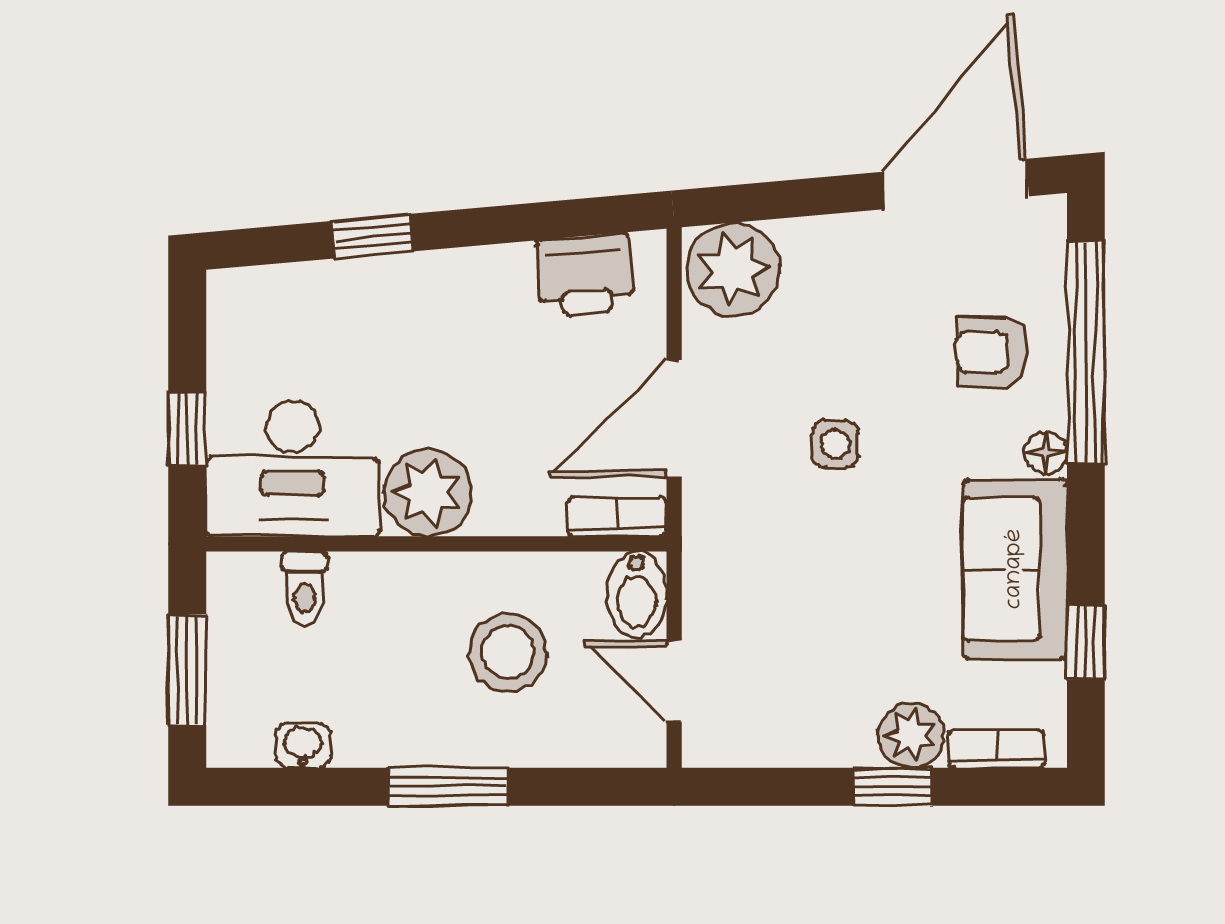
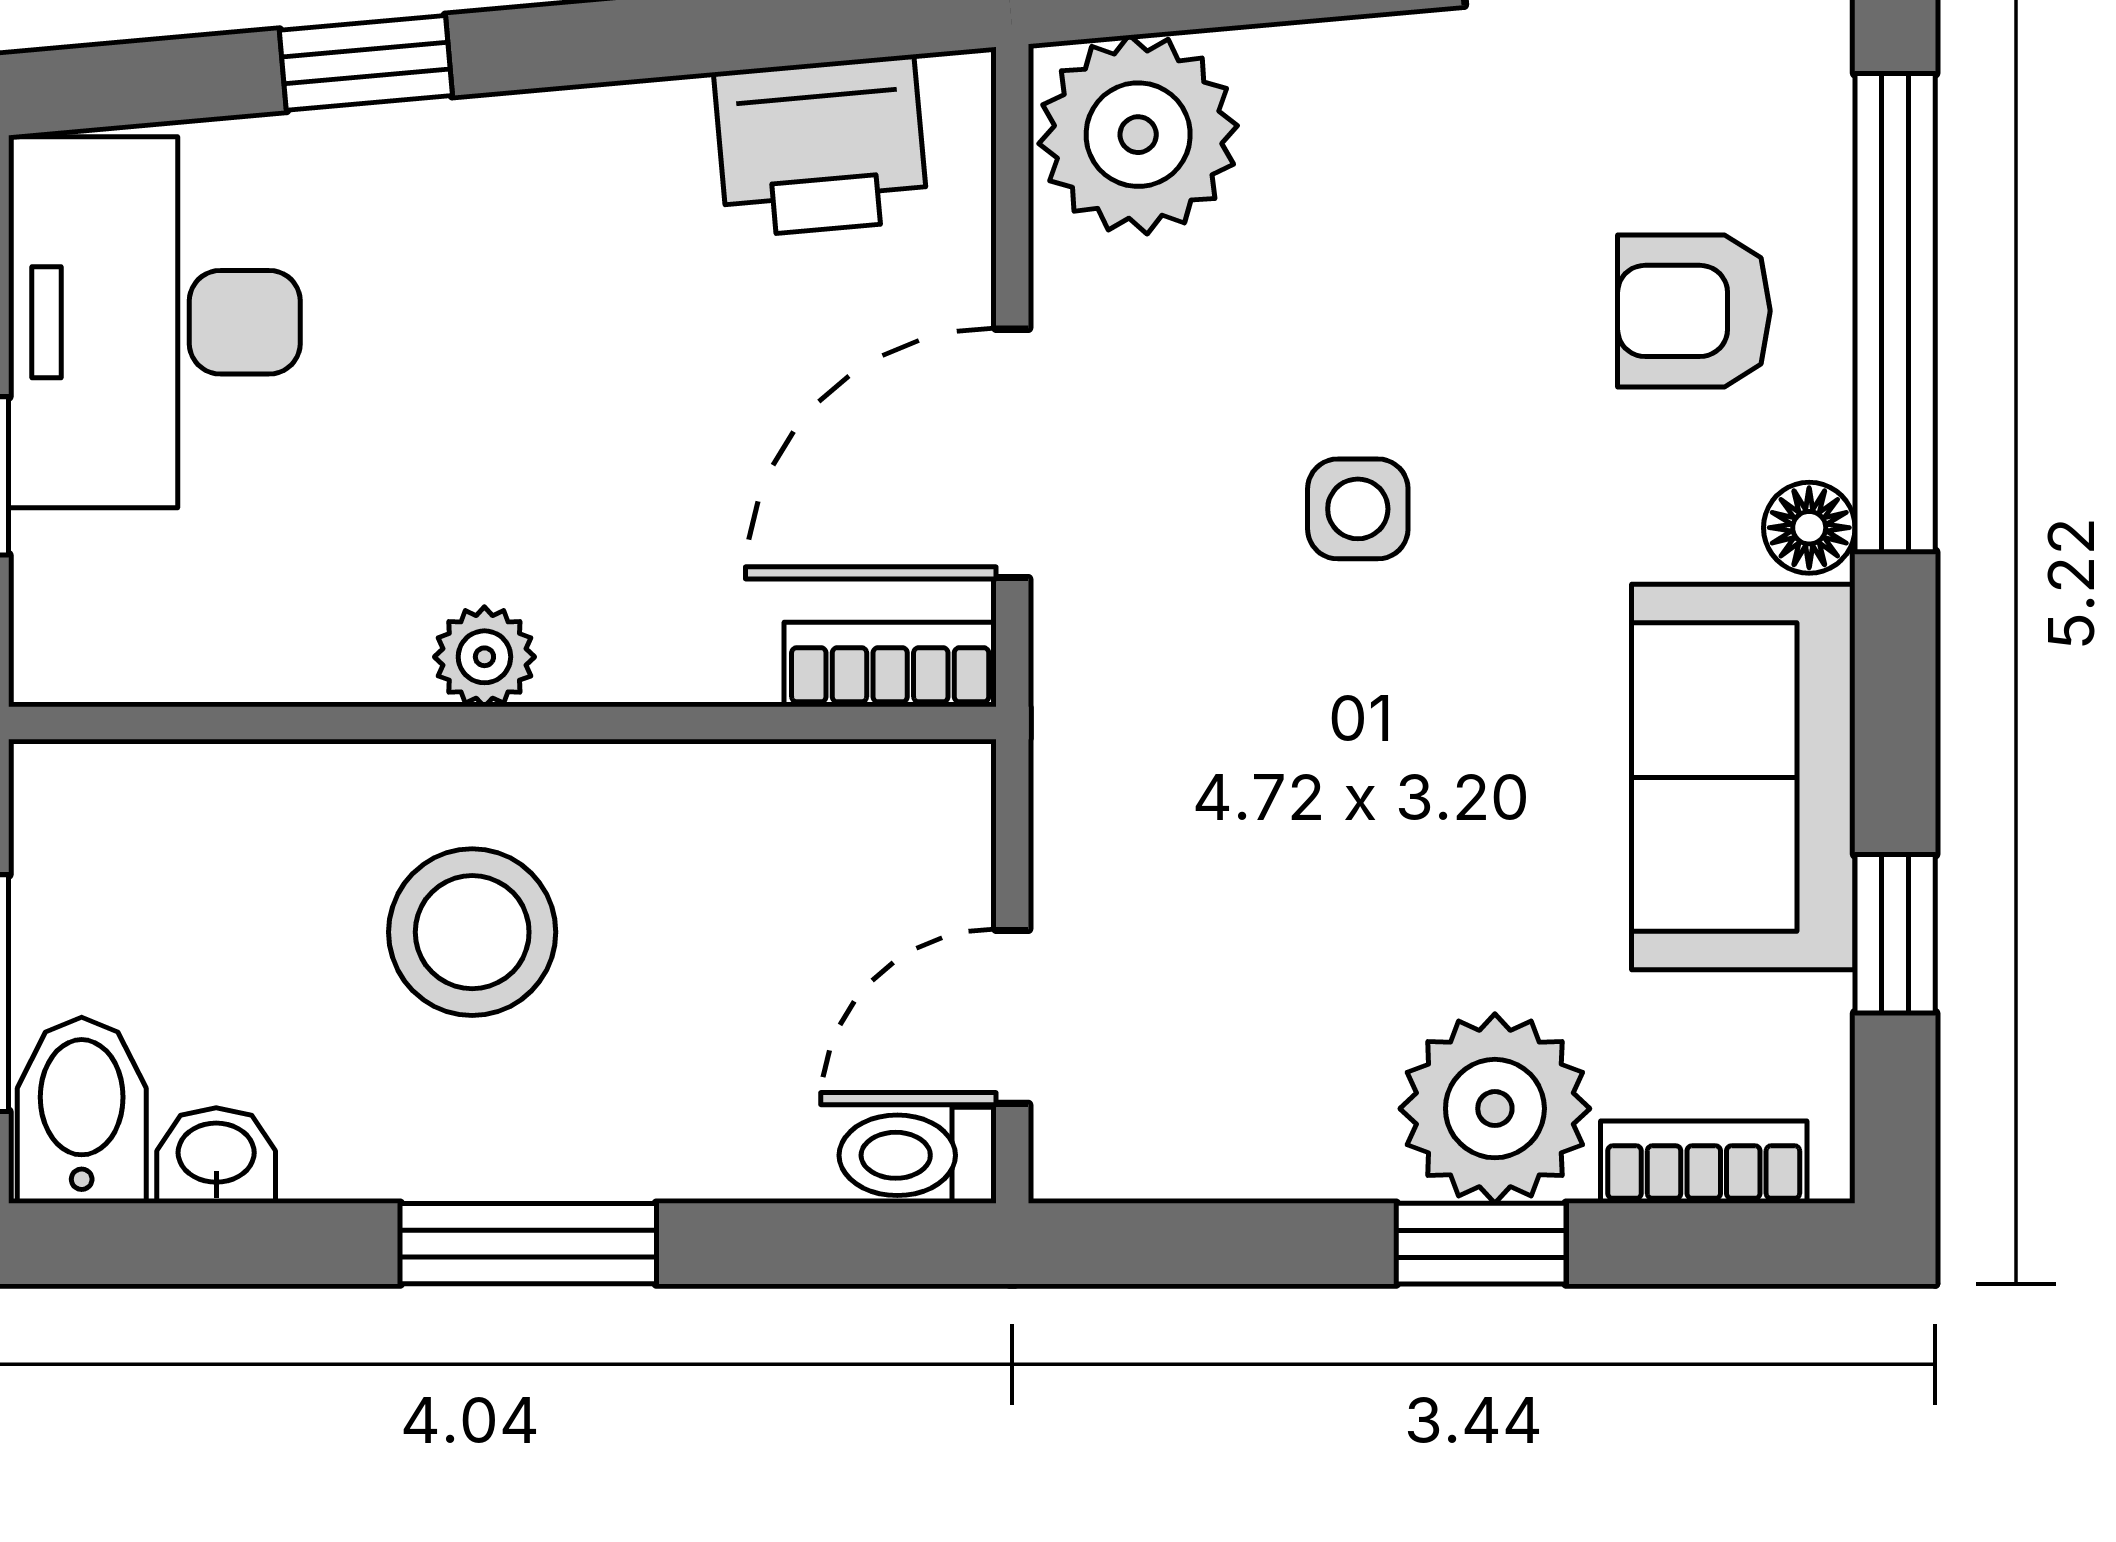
desk: (293, 468) -> (154, 322), moved, turned 90
plant: (428, 493) -> (484, 657), width x0.53, depth x0.53
toilet: (305, 588) -> (918, 1155), moved, turned 90
bidet: (637, 595) -> (82, 1110), moved, turned 180
stool: (508, 652) -> (472, 932), moved
door: (674, 681) -> (1012, 1017), hinge flipped
plant: (911, 736) -> (1495, 1109), width x1.36, depth x1.36

